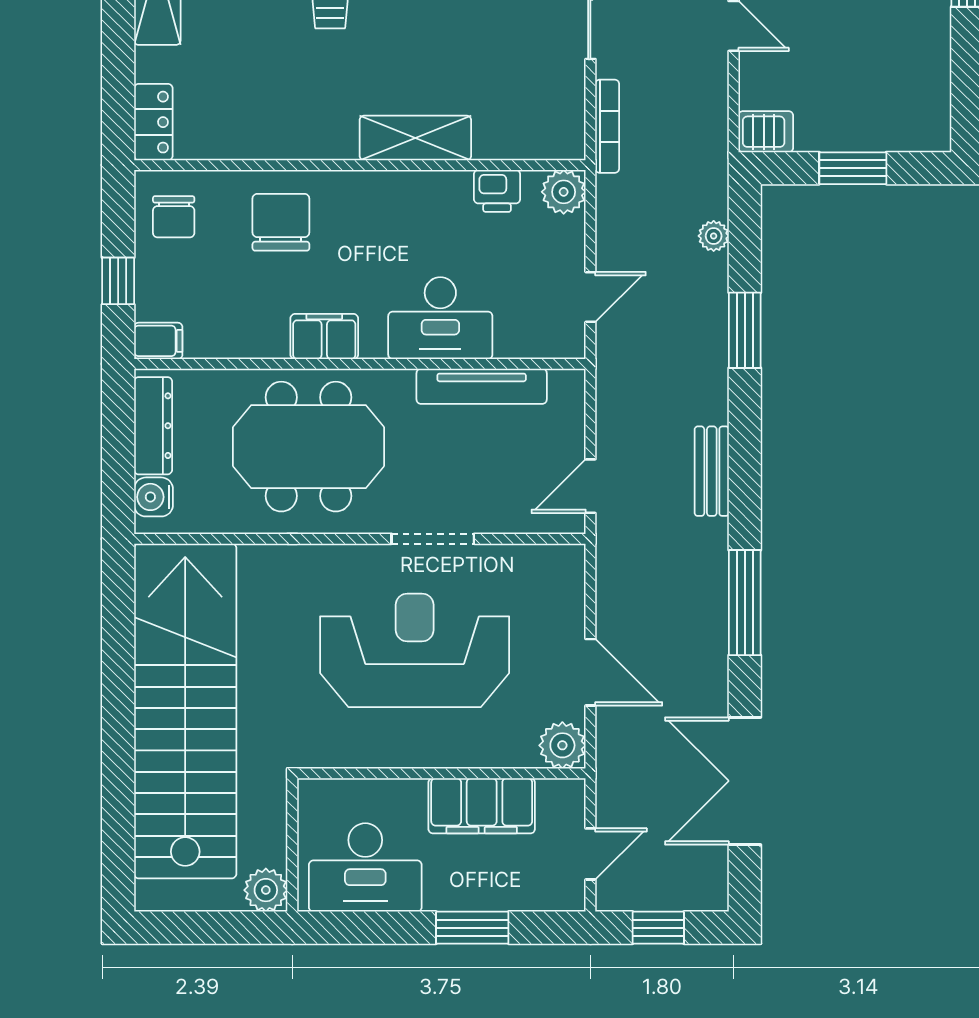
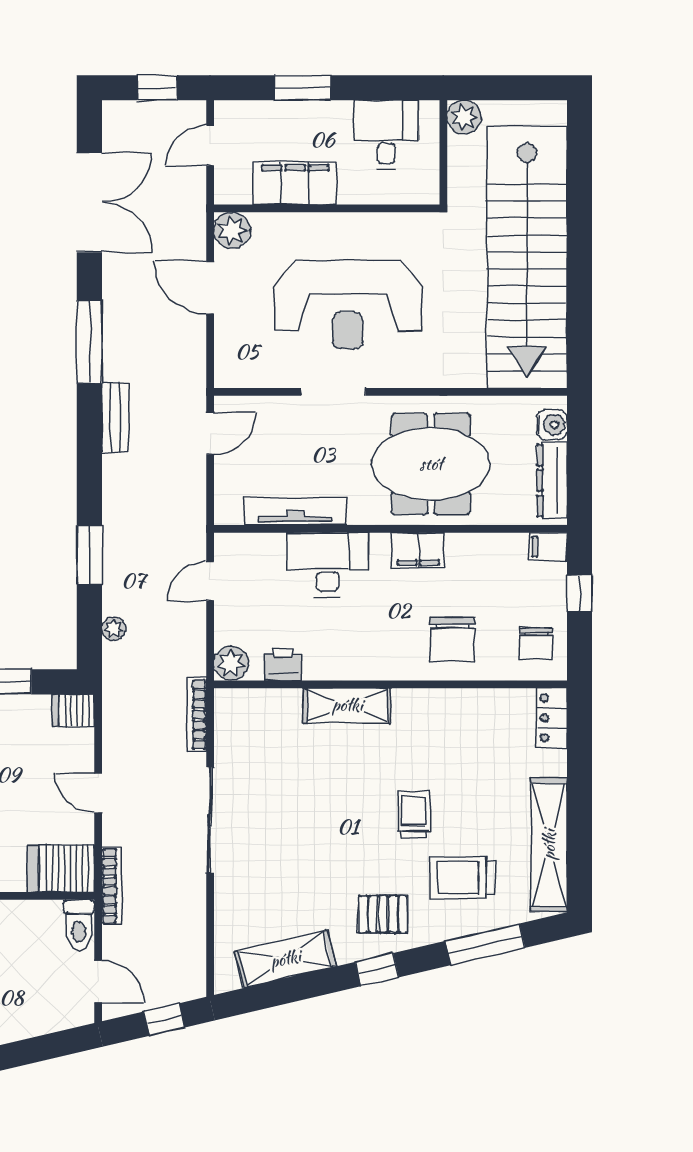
chair: (174, 217) -> (536, 644), turned 180
bench: (712, 471) -> (115, 417), moved
desk: (365, 867) -> (386, 135), width x0.73

